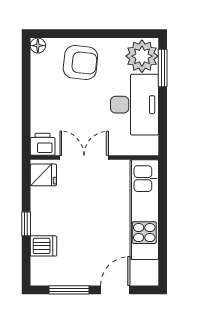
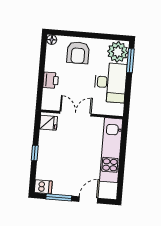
armchair: (80, 63) -> (78, 53), turned 84
printer: (43, 144) -> (51, 80), moved, turned 90
dishwasher: (43, 246) -> (43, 187), moved

